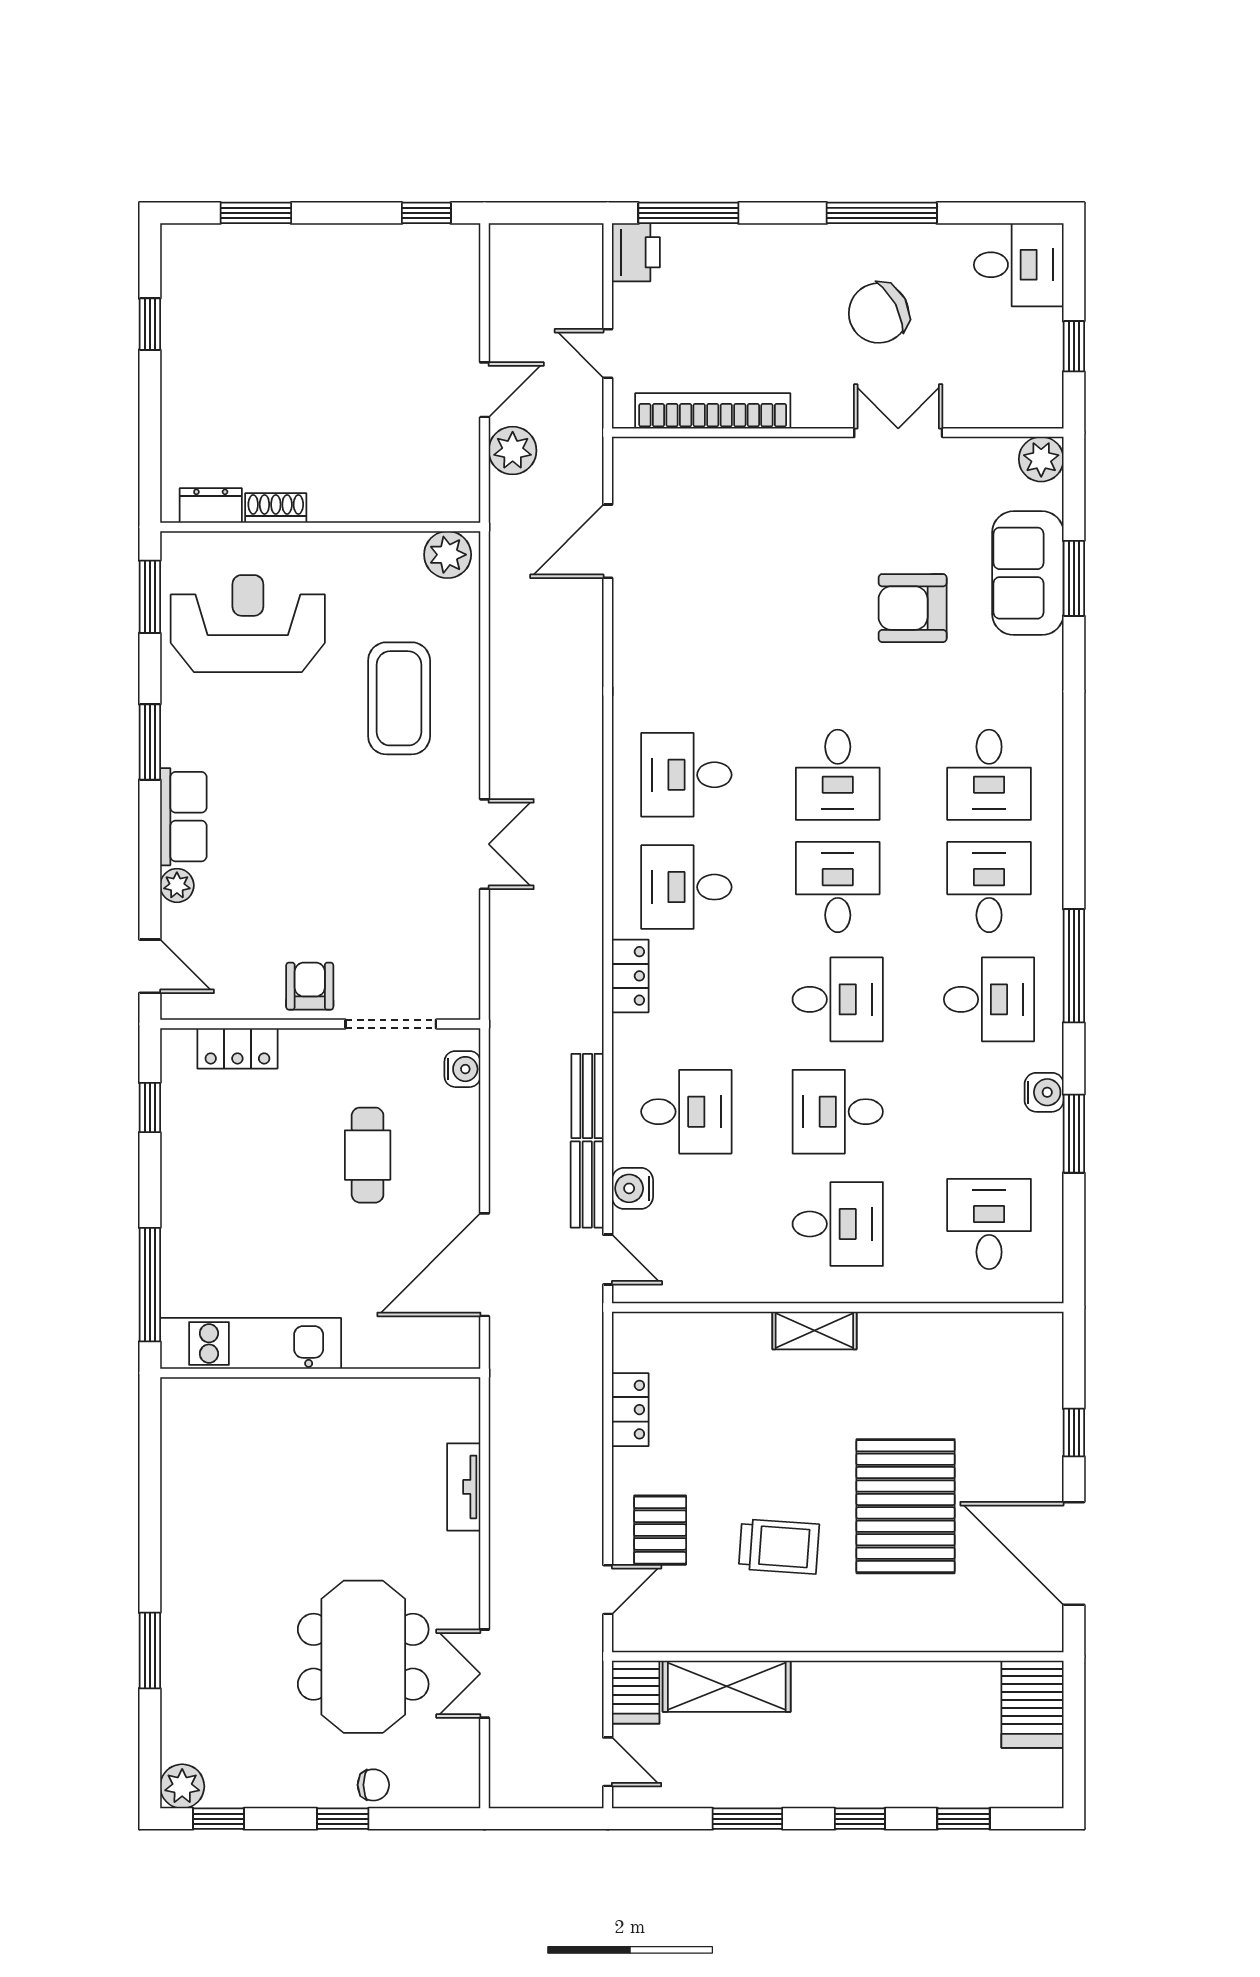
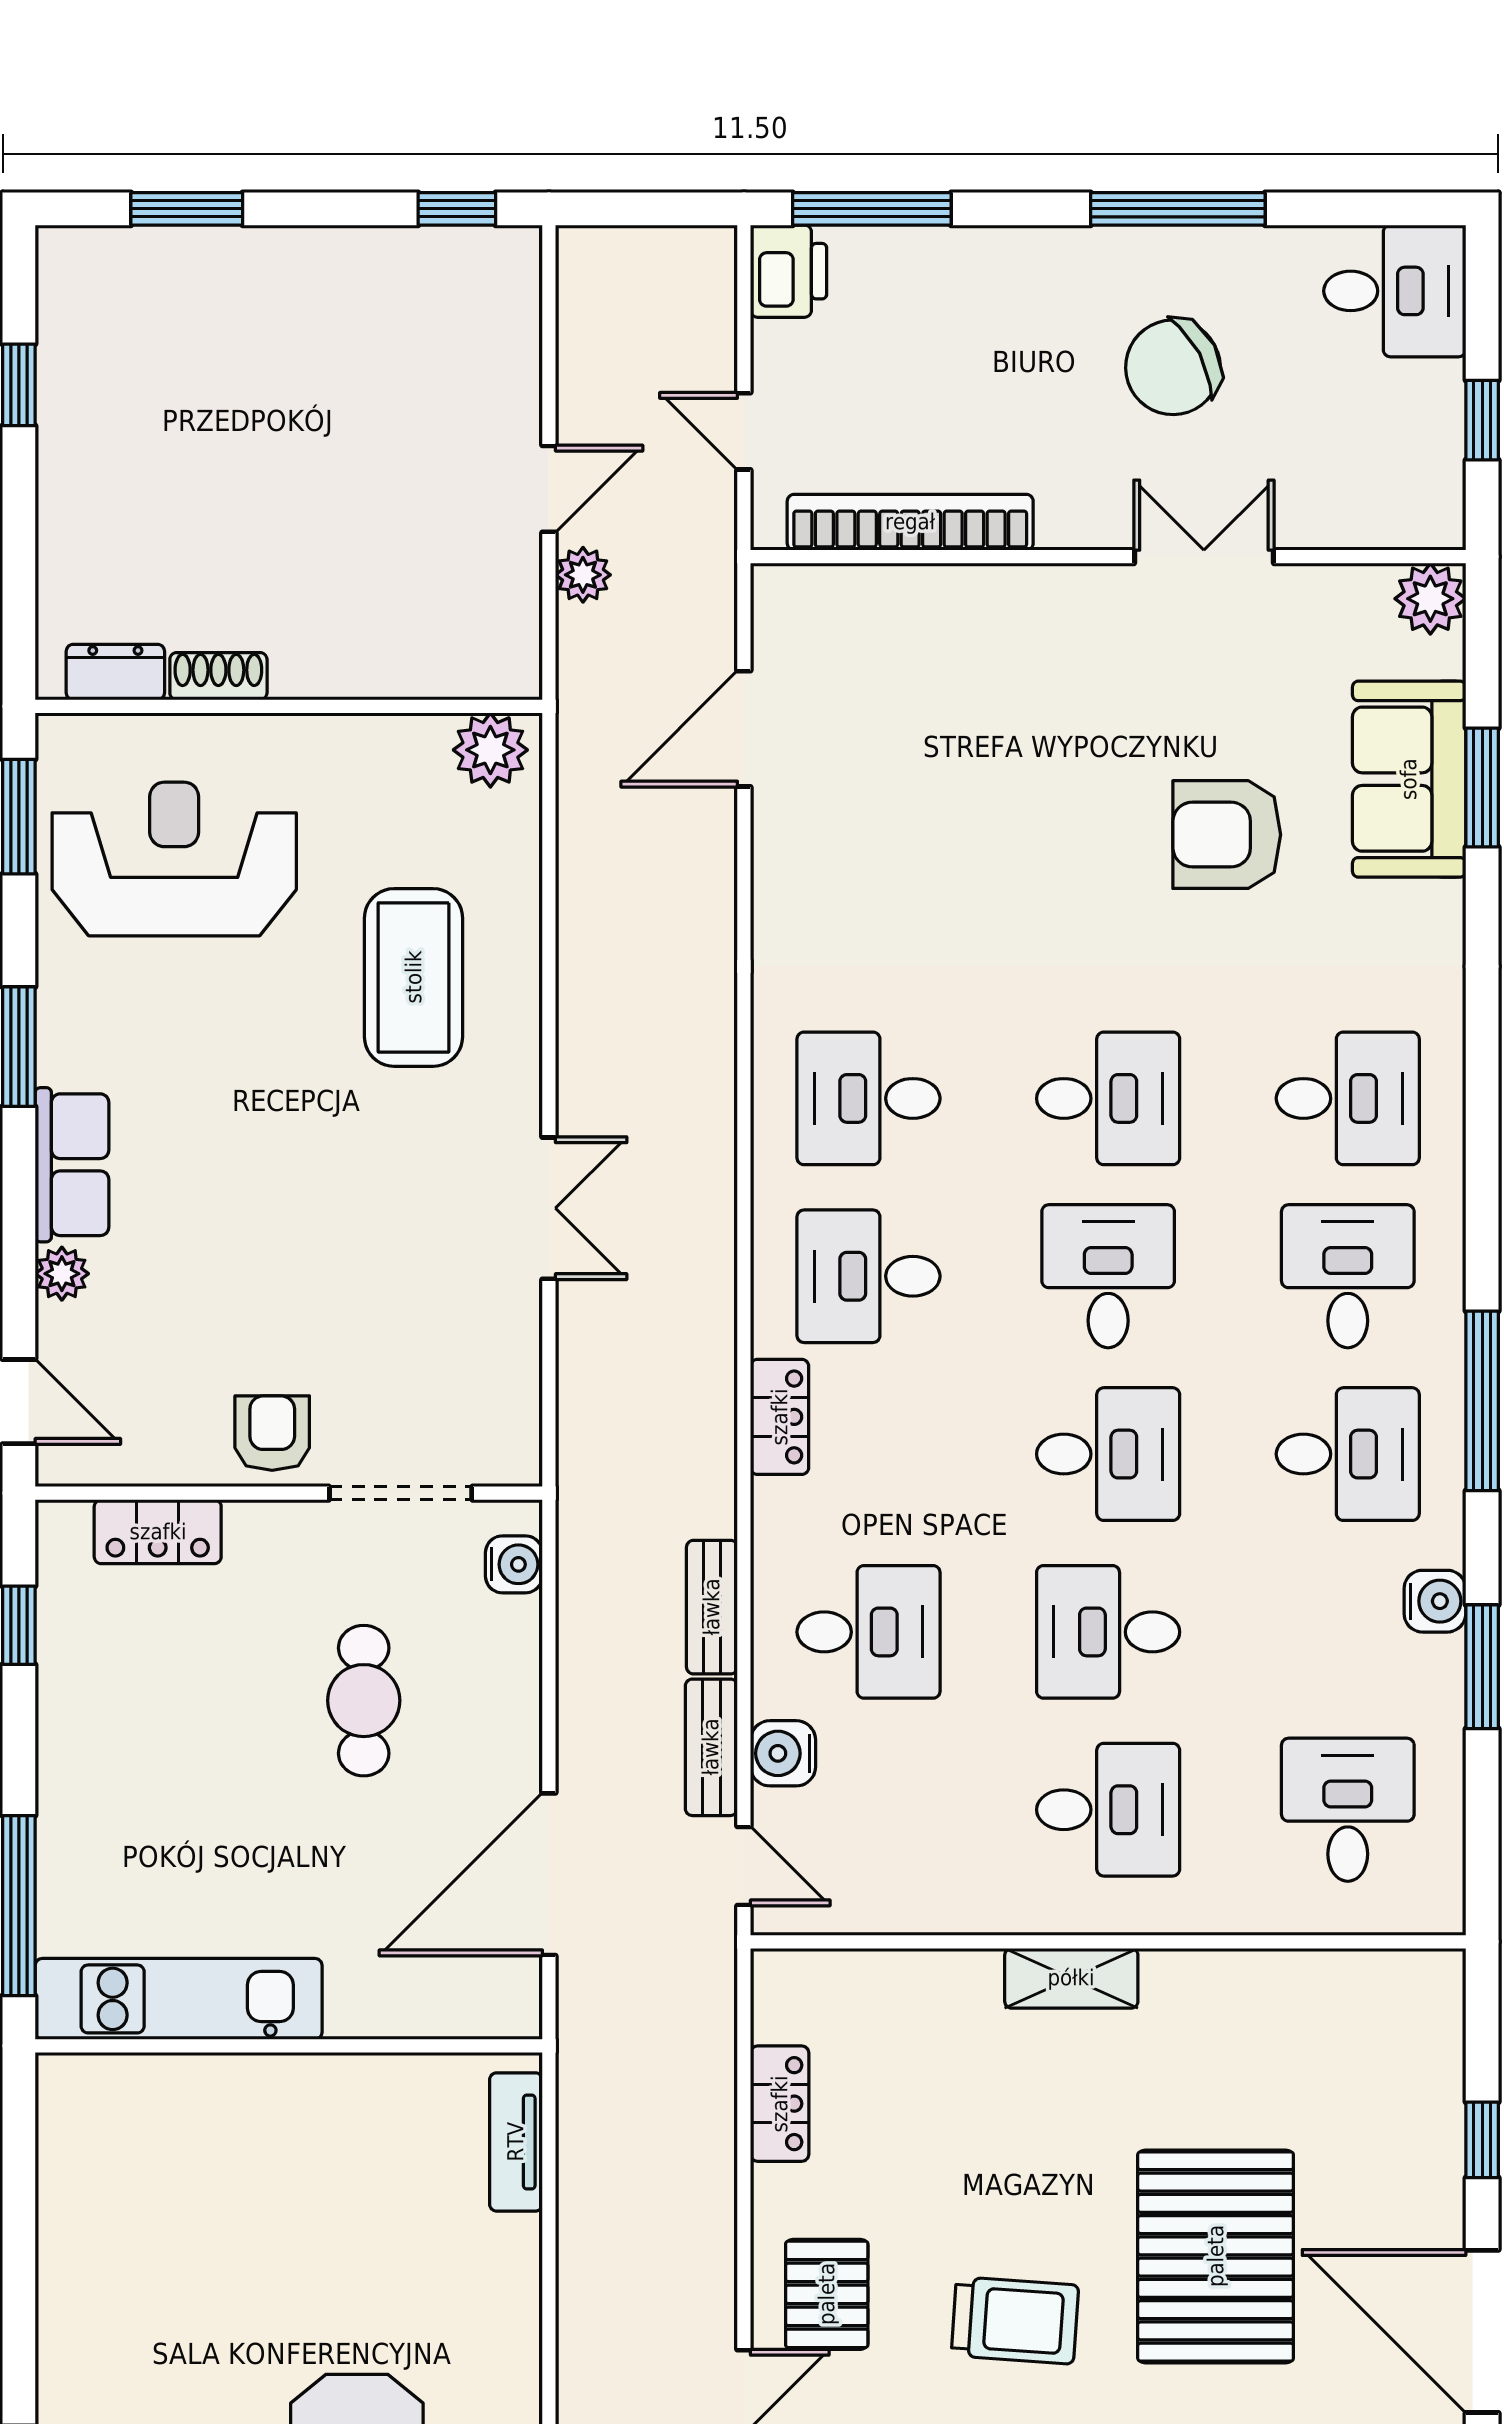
plant: (513, 451) -> (583, 575), width x0.73, depth x0.73
desk: (838, 775) -> (1108, 1098), turned -90
desk: (989, 775) -> (1348, 1098), turned -90
tv unit: (464, 1487) -> (516, 2142), moved

